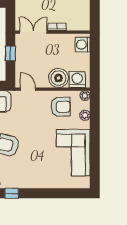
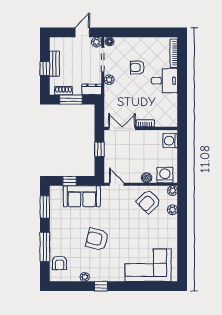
boiler: (58, 78) -> (147, 178), width x0.54, depth x0.54
armchair: (61, 107) -> (149, 202), turned 137
corner sofa: (73, 153) -> (148, 265), moved, turned 90

